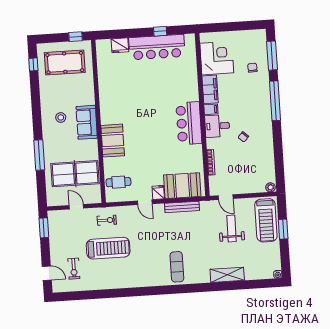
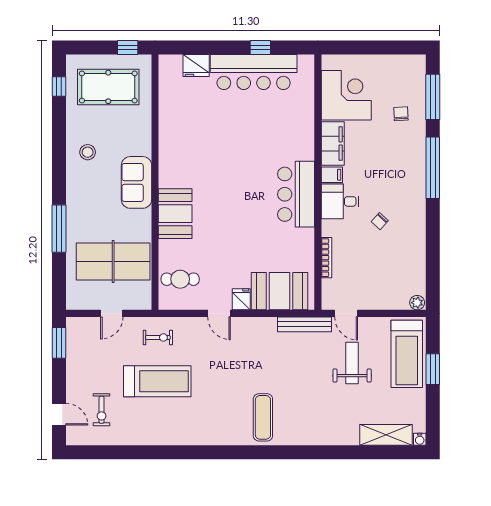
stool: (61, 117) -> (88, 152), moved
door: (76, 207) -> (112, 313), swing flipped
bench: (182, 207) -> (304, 324), moved
shelving: (227, 275) -> (386, 435), moved

